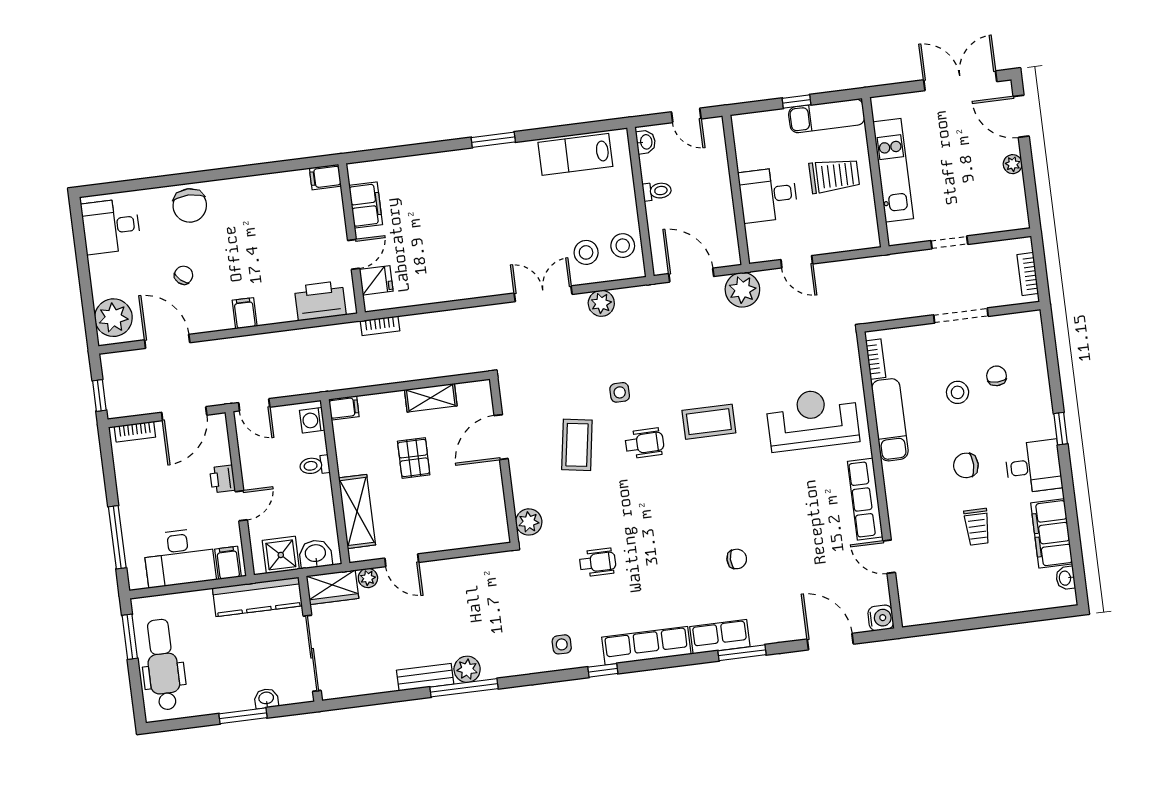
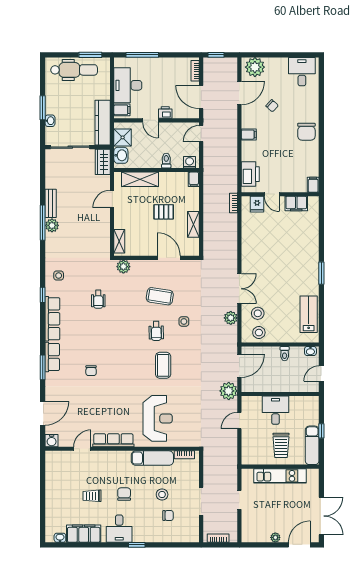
chair: (190, 205) -> (306, 132), moved, turned -90
shelving: (481, 536) -> (119, 241), added
plant: (368, 578) -> (105, 181), removed

